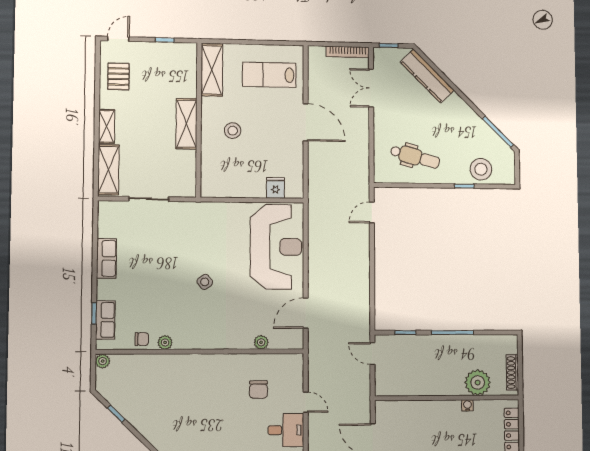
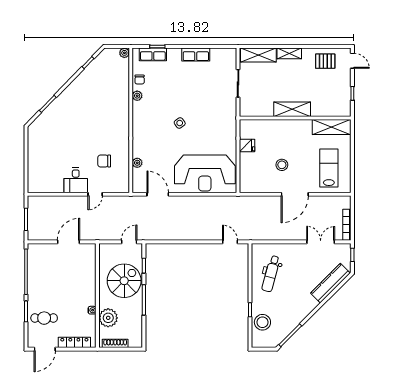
stool: (233, 131) -> (282, 165), moved
fridge: (275, 188) -> (247, 145), moved
spiral stairs: (426, 360) -> (124, 281), added

